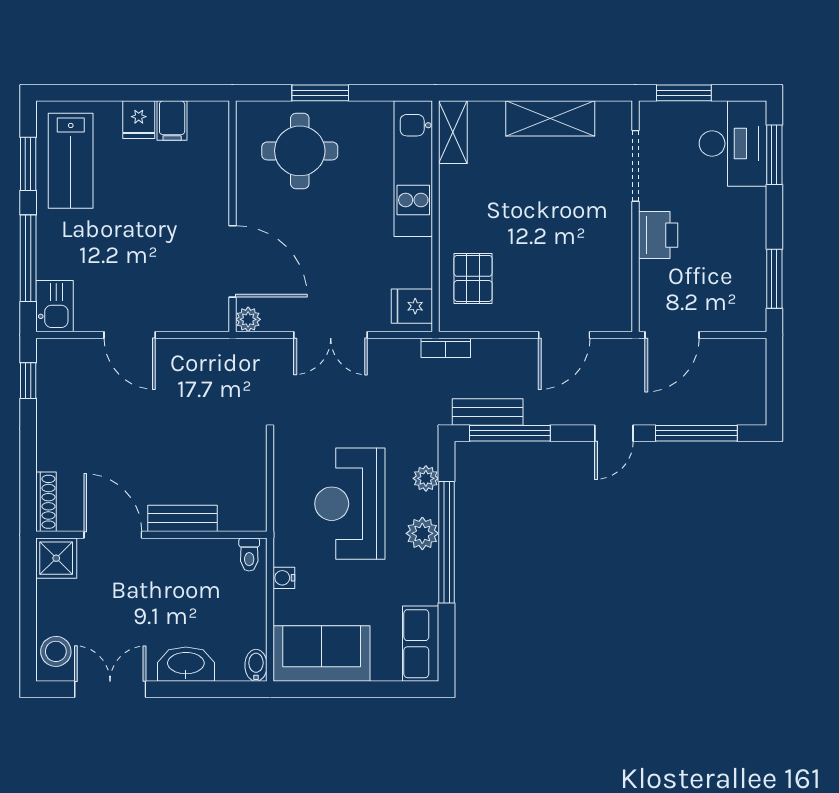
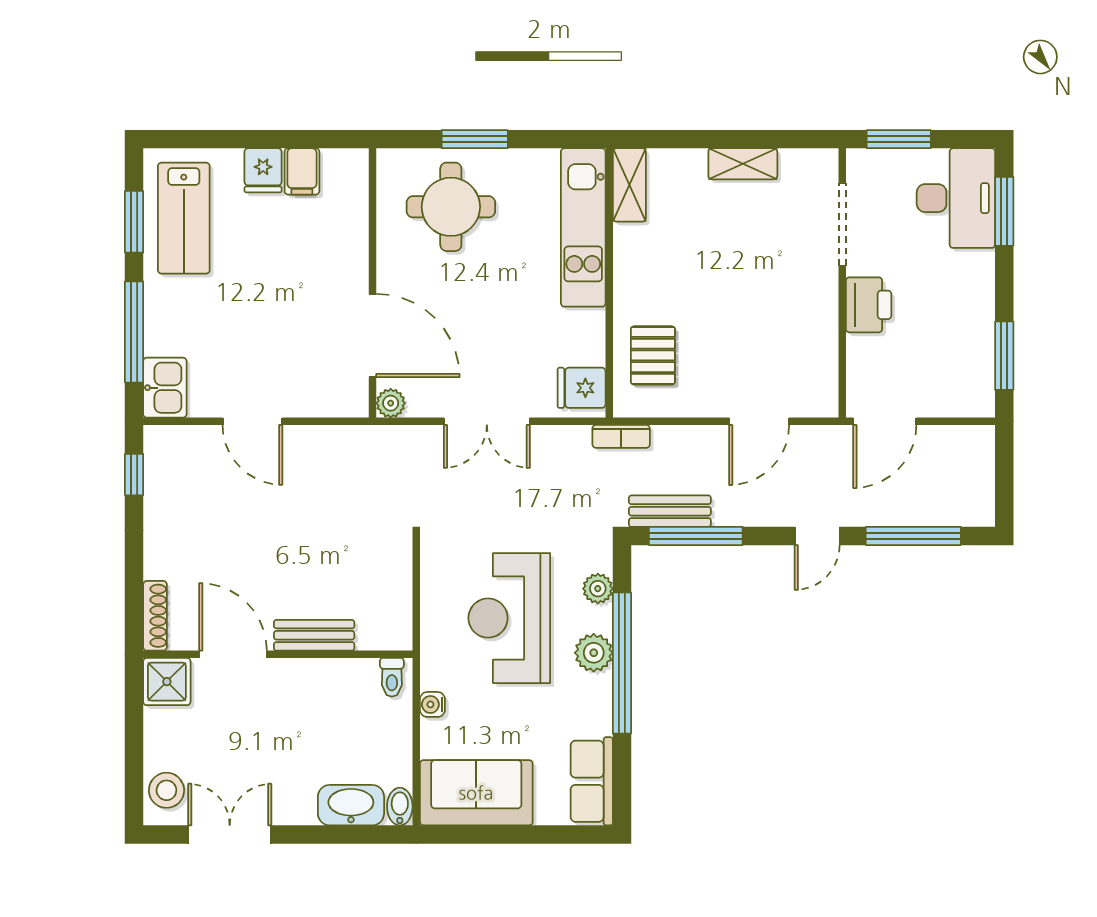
shelving: (550, 118) -> (743, 164), width x0.67, depth x0.75
washbasin: (186, 664) -> (351, 805), moved

